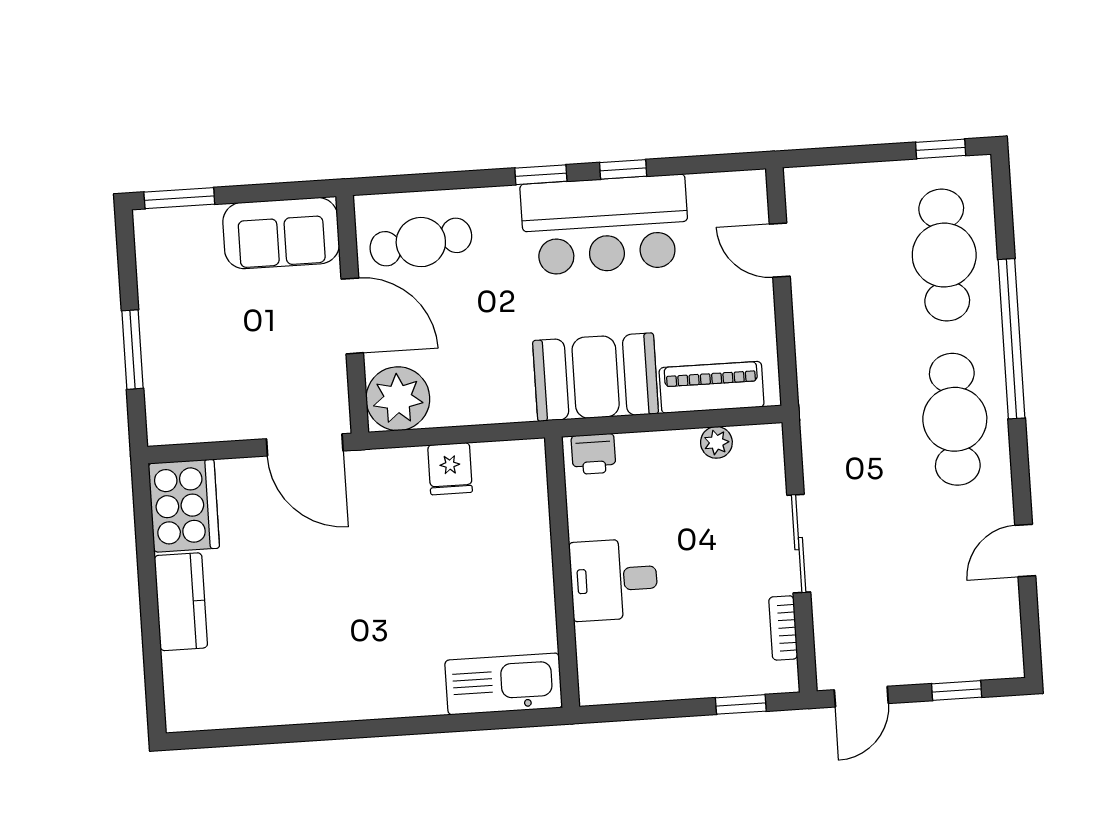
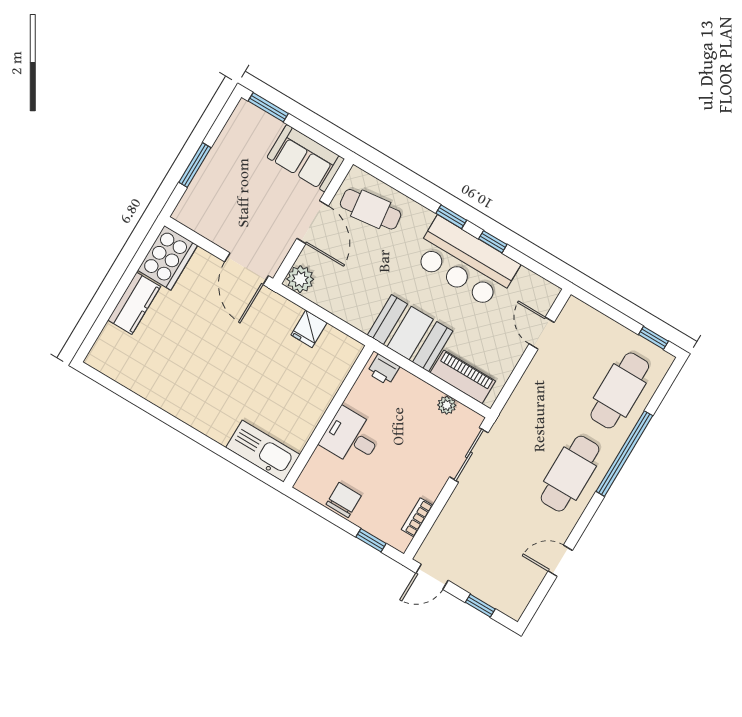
plant: (398, 399) -> (300, 279), width x0.73, depth x0.73
sliding door: (799, 544) -> (469, 455), moved
chair: (664, 675) -> (344, 500), added

